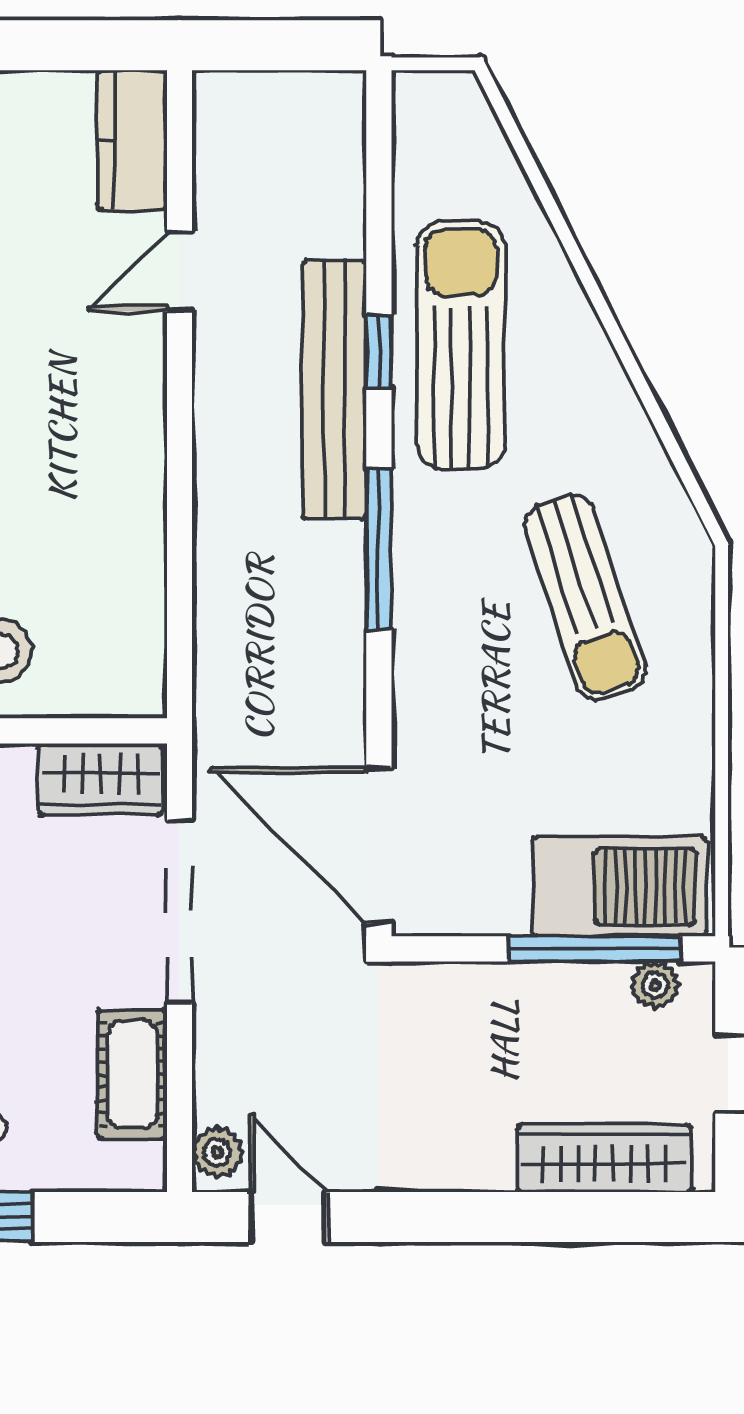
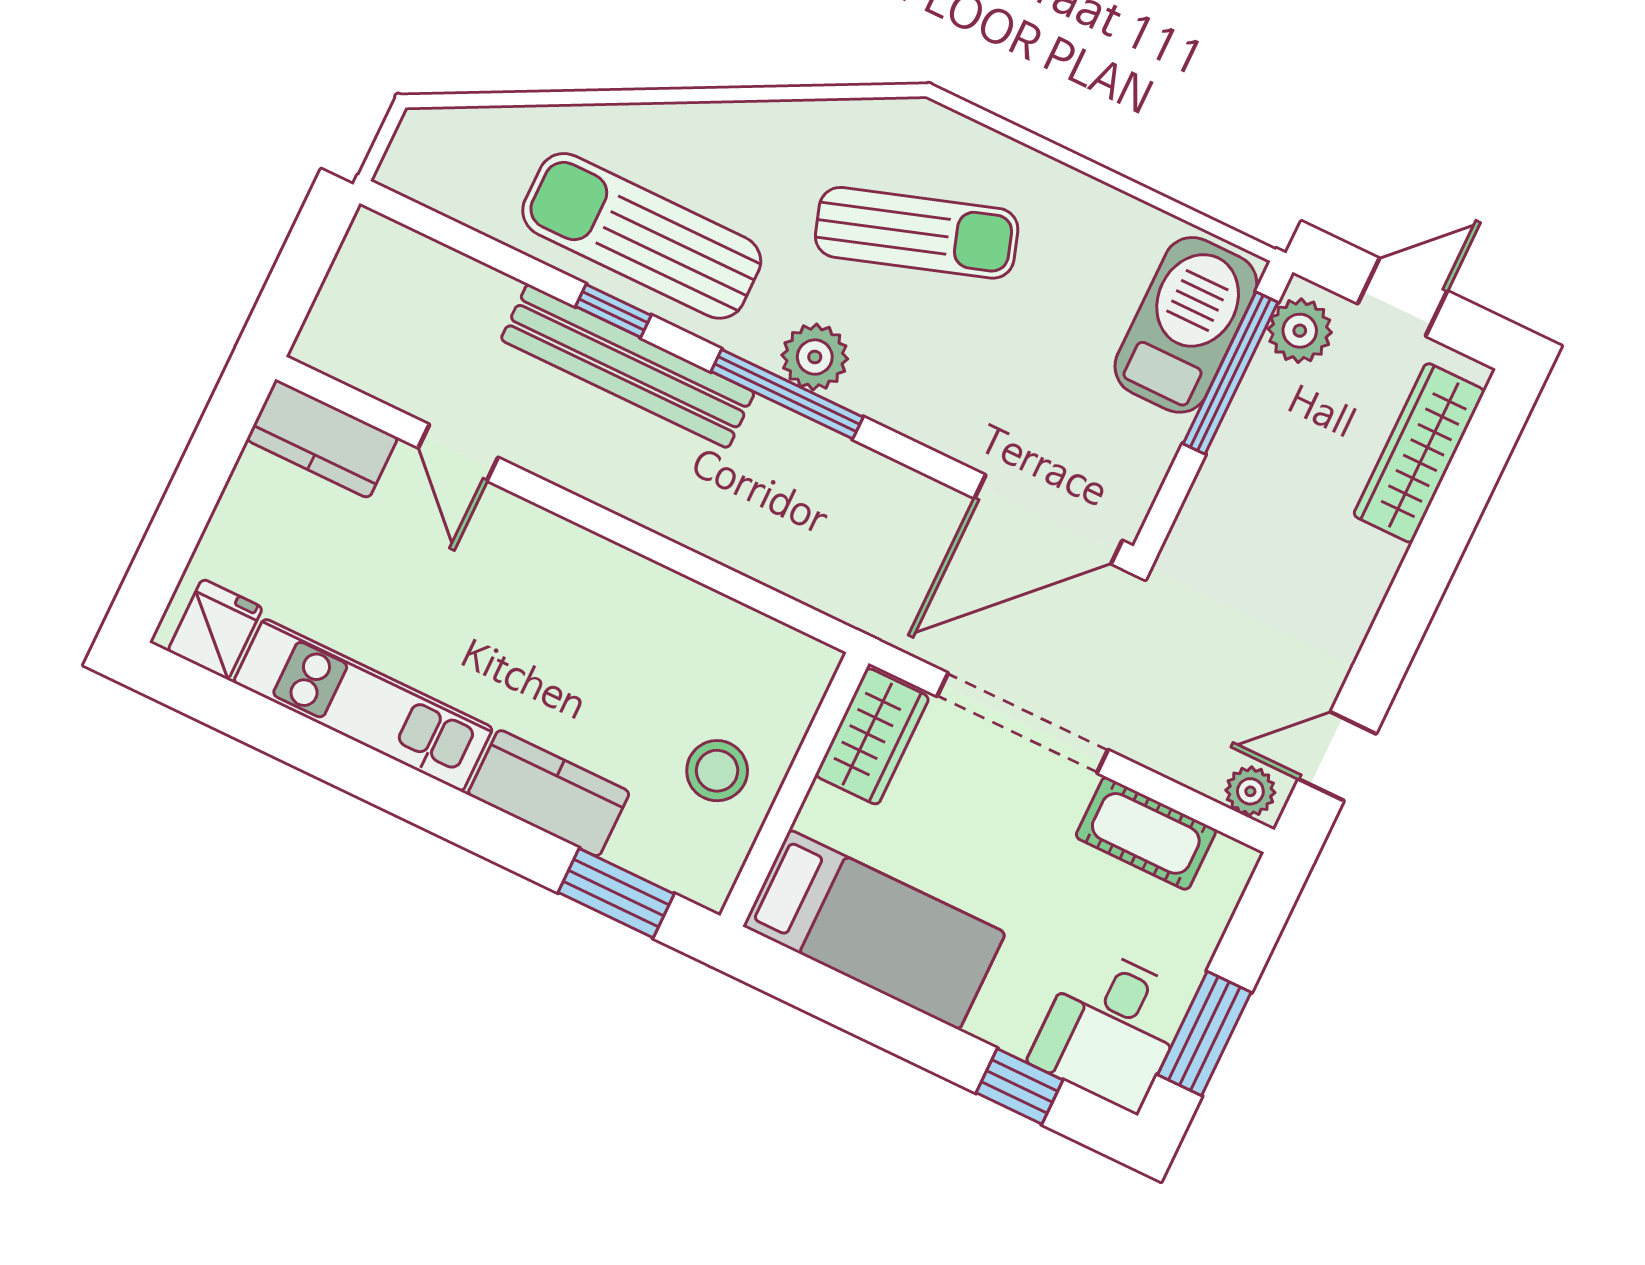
plant: (425, 558) -> (815, 357), added
plant: (655, 985) -> (1300, 331), width x1.38, depth x1.38

